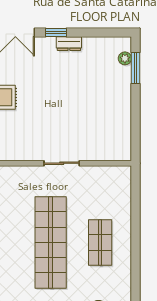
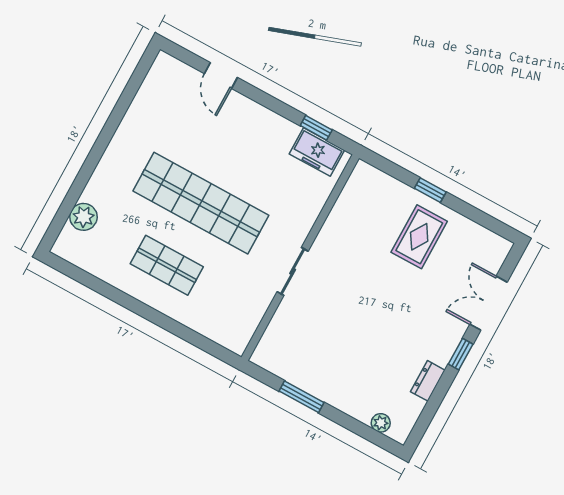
dresser: (69, 44) -> (428, 381), moved
window: (136, 68) -> (301, 397), moved

